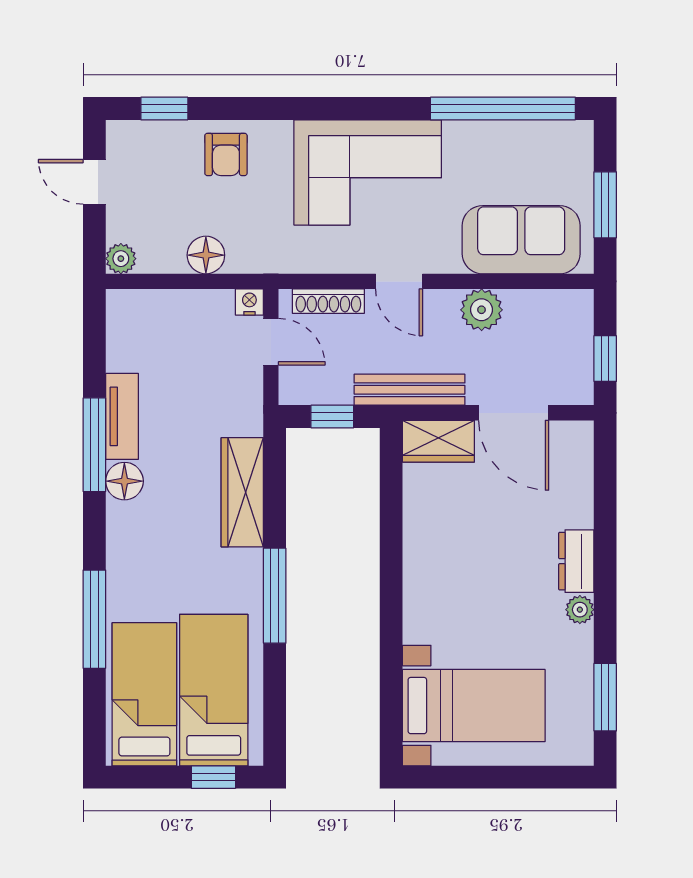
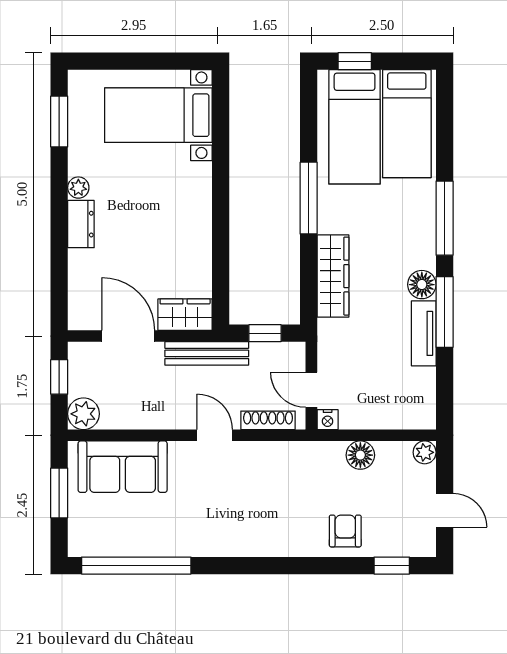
corner sofa: (368, 172) -> (238, 517), removed
plant: (482, 310) -> (83, 414), moved
window: (94, 619) -> (445, 218), moved

